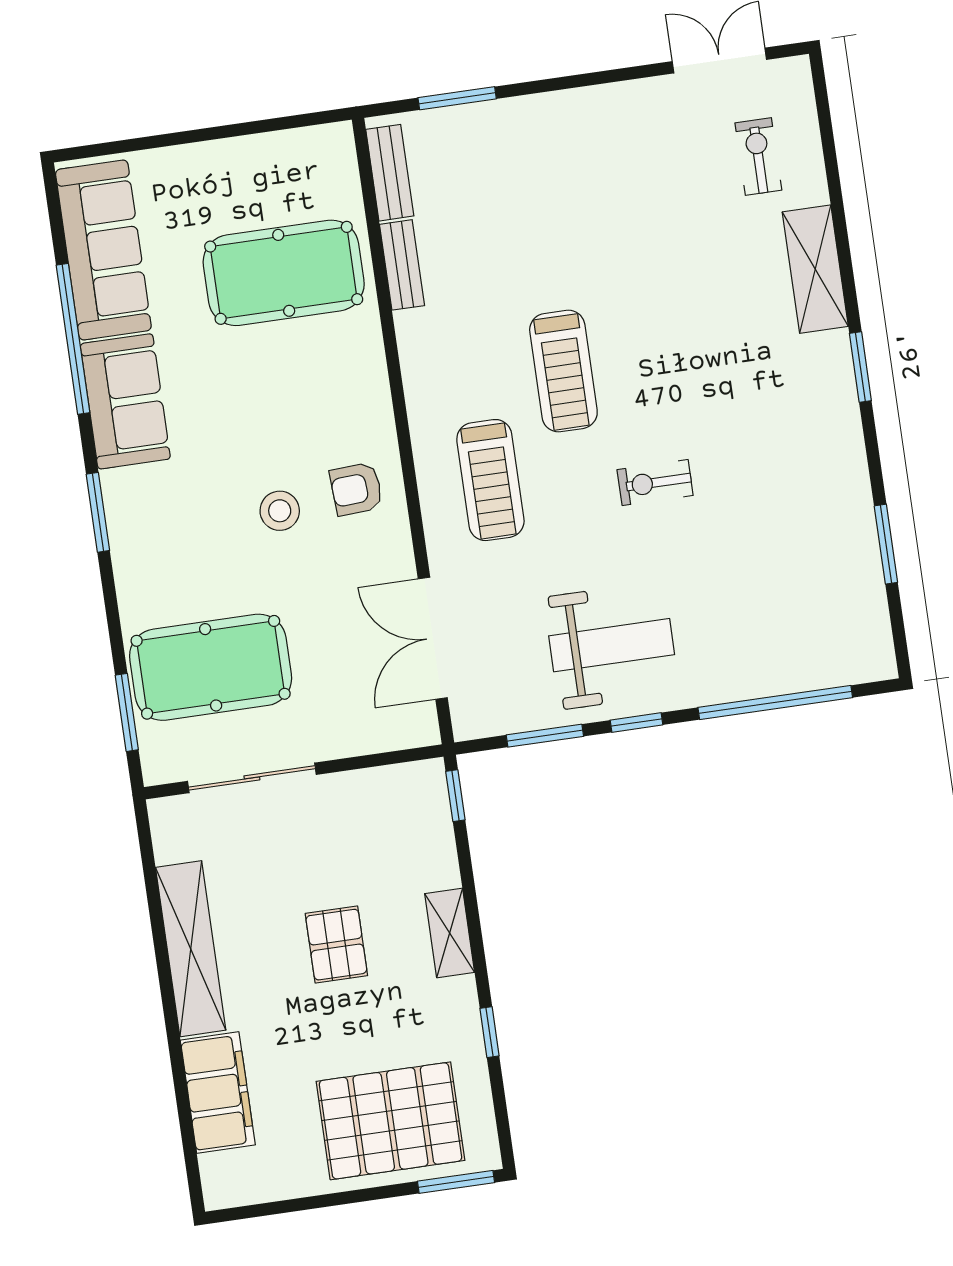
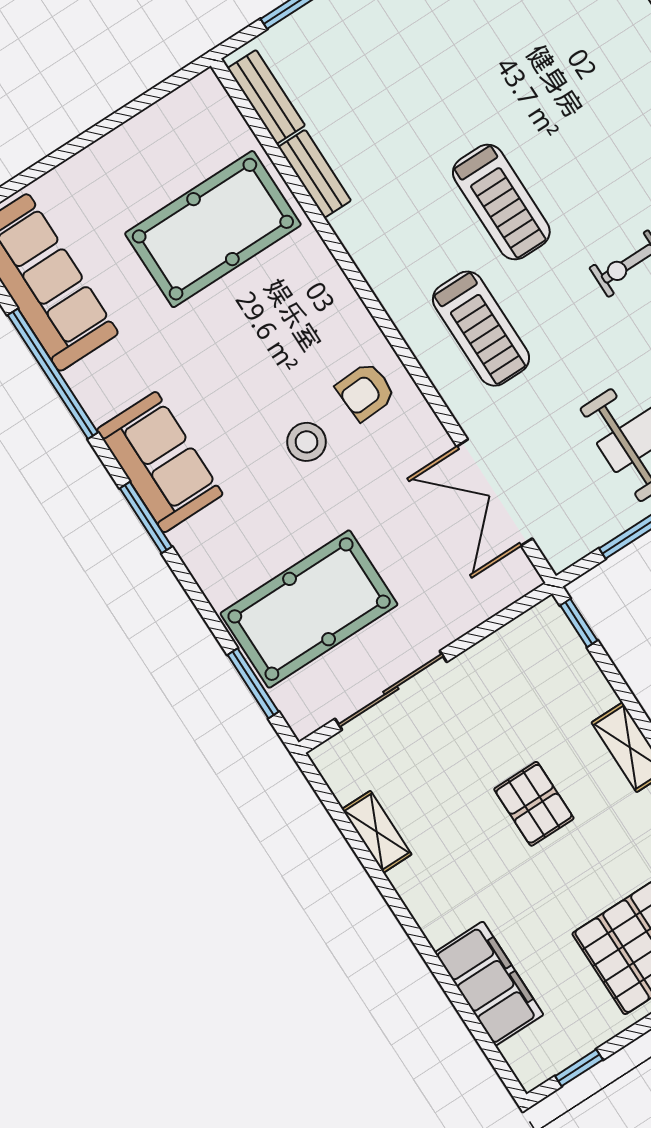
sofa: (125, 401) -> (160, 462), moved
shelving: (191, 949) -> (377, 832), width x0.45, depth x0.75
window: (265, 1209) -> (579, 1068), added

